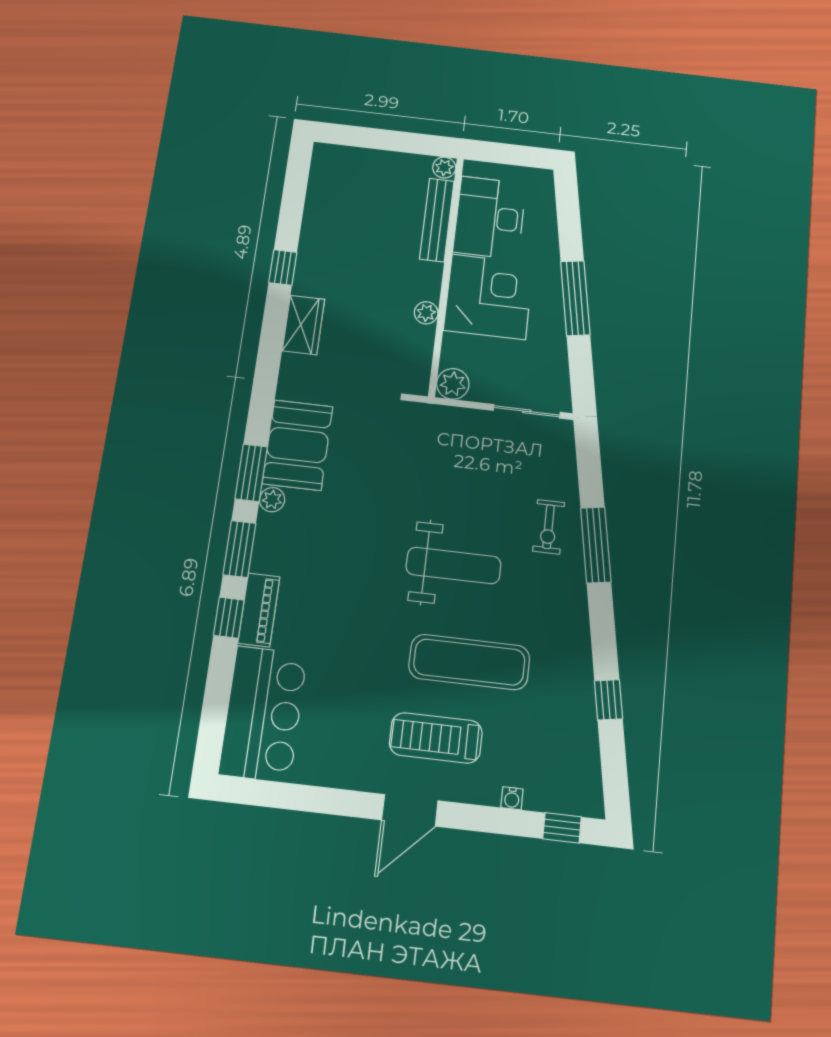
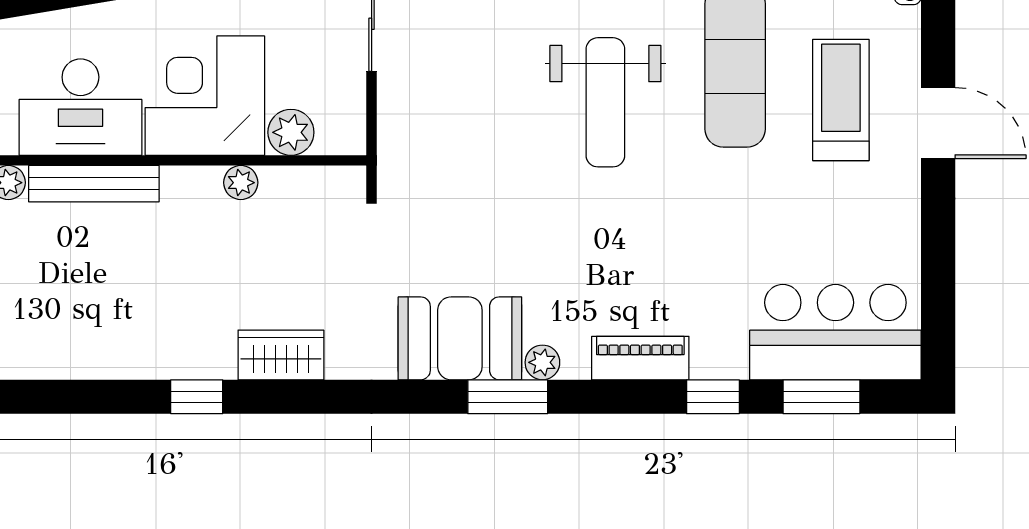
plant: (453, 384) -> (291, 132), moved
window: (239, 549) -> (821, 397), moved
weight bench: (454, 566) -> (605, 102), turned 180
piano: (259, 610) -> (640, 358), moved
treadmill: (436, 738) -> (841, 100), turned 180

